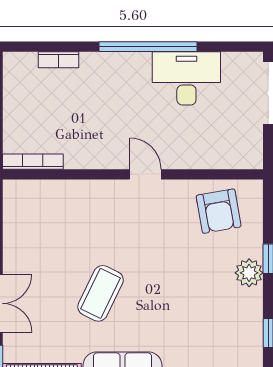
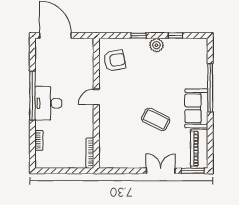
desk: (186, 78) -> (48, 103), moved
plant: (249, 273) -> (156, 45), moved

